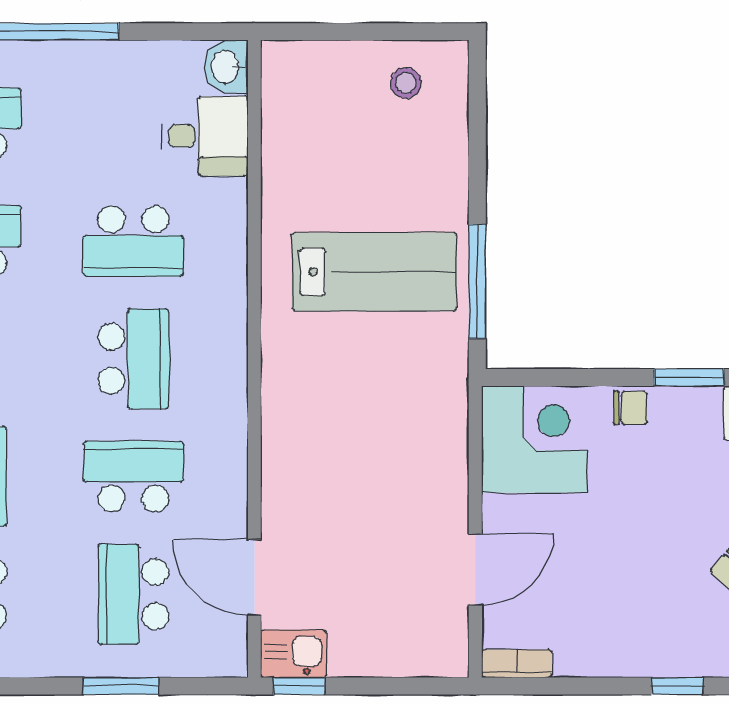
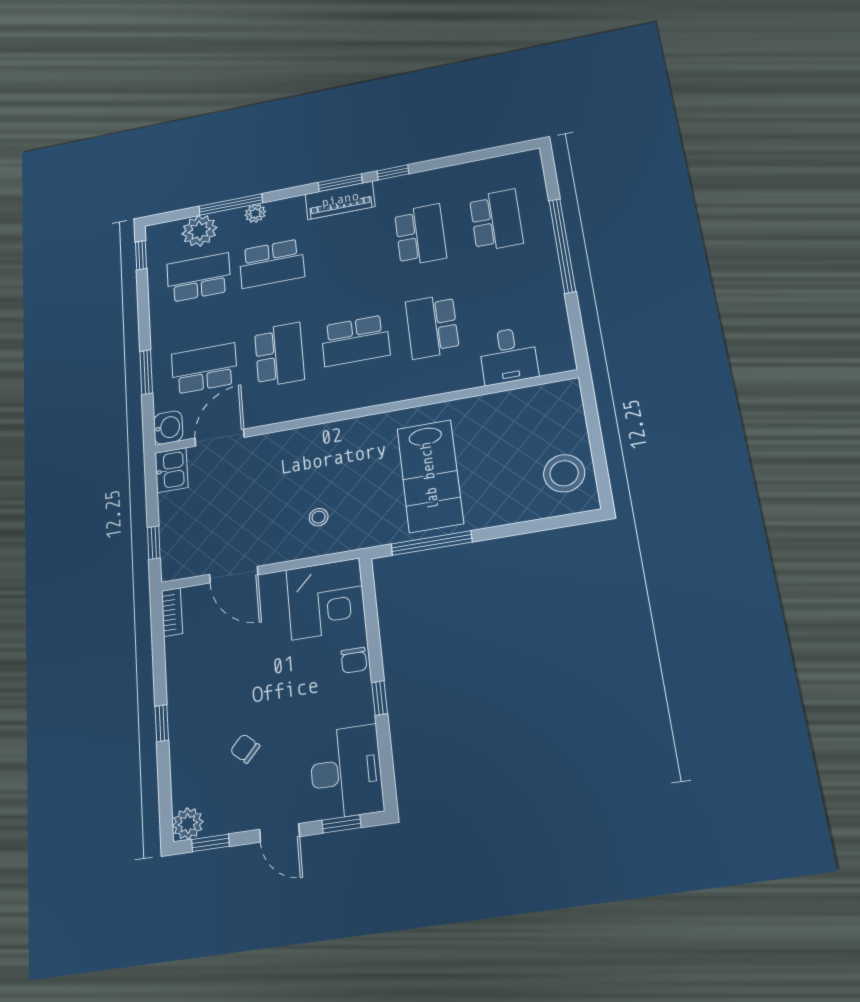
washbasin: (226, 67) -> (168, 427), moved, turned 90
stool: (406, 83) -> (564, 473), width x1.89, depth x1.89
window: (689, 378) -> (380, 698), width x0.67
stool: (409, 439) -> (319, 517), added
window: (299, 686) -> (154, 543), moved

